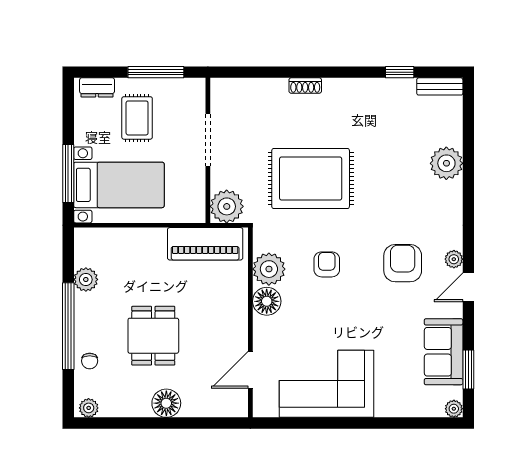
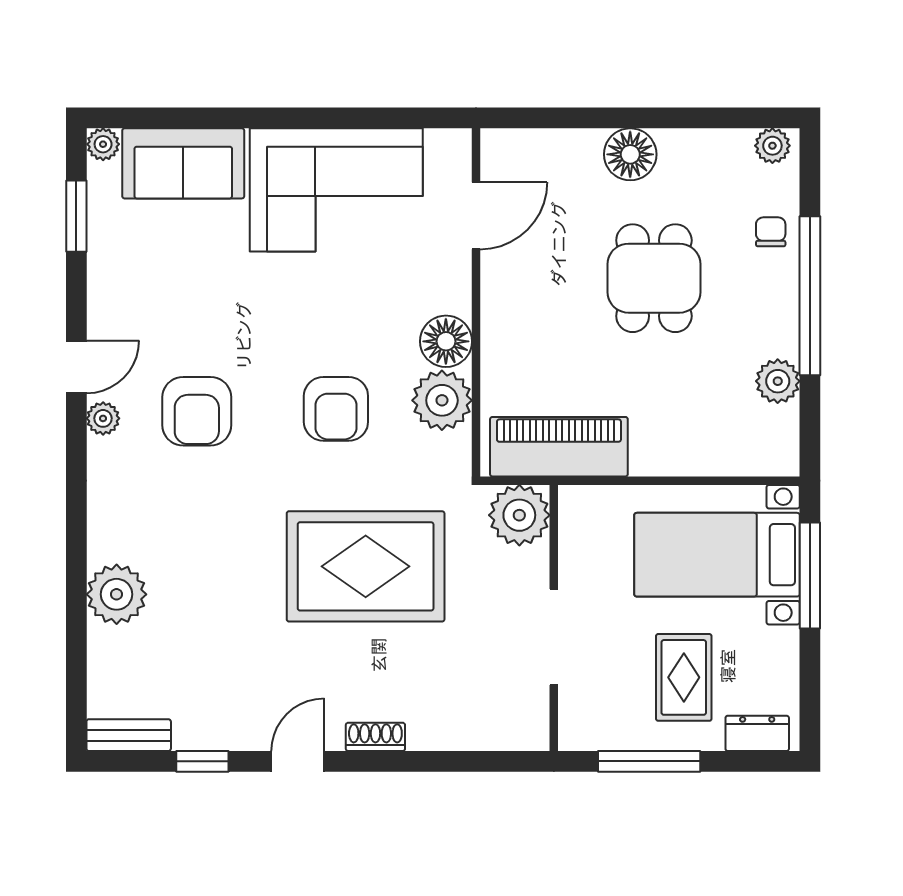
door: (348, 72) -> (298, 761), added
armchair: (327, 264) -> (336, 409), width x1.38, depth x1.38
sofa: (444, 352) -> (183, 163), moved, turned 90

